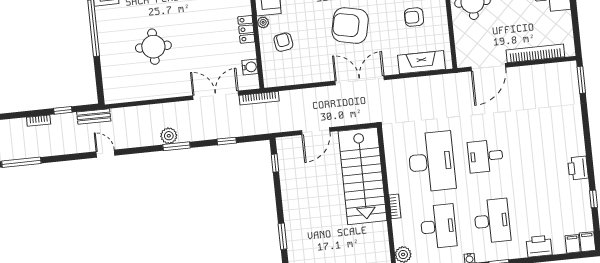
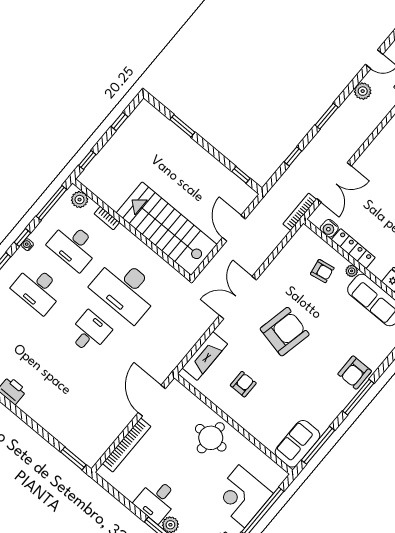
locker: (246, 29) -> (353, 249), width x1.53
double door: (360, 80) -> (238, 298), swing flipped
plant: (169, 136) -> (363, 91), moved
bookcase: (395, 206) -> (107, 218), moved

